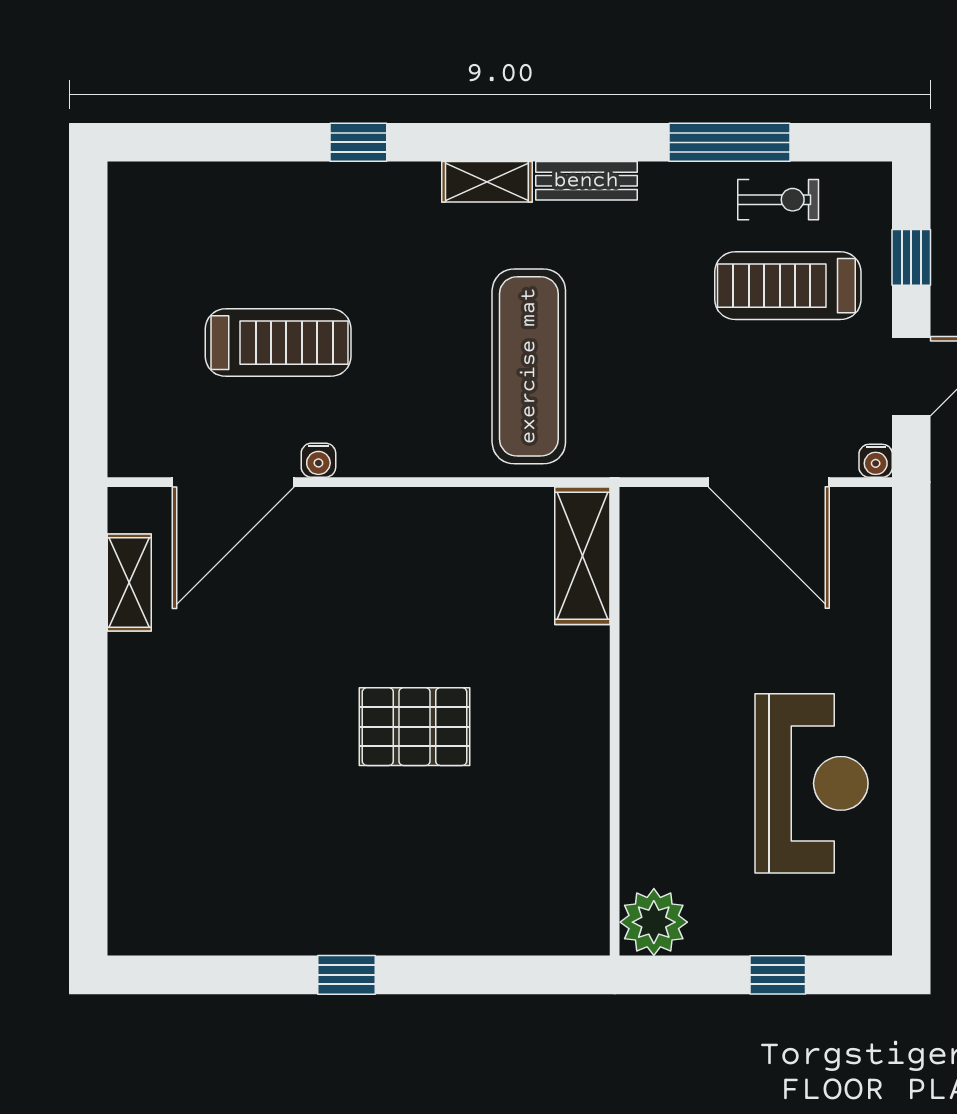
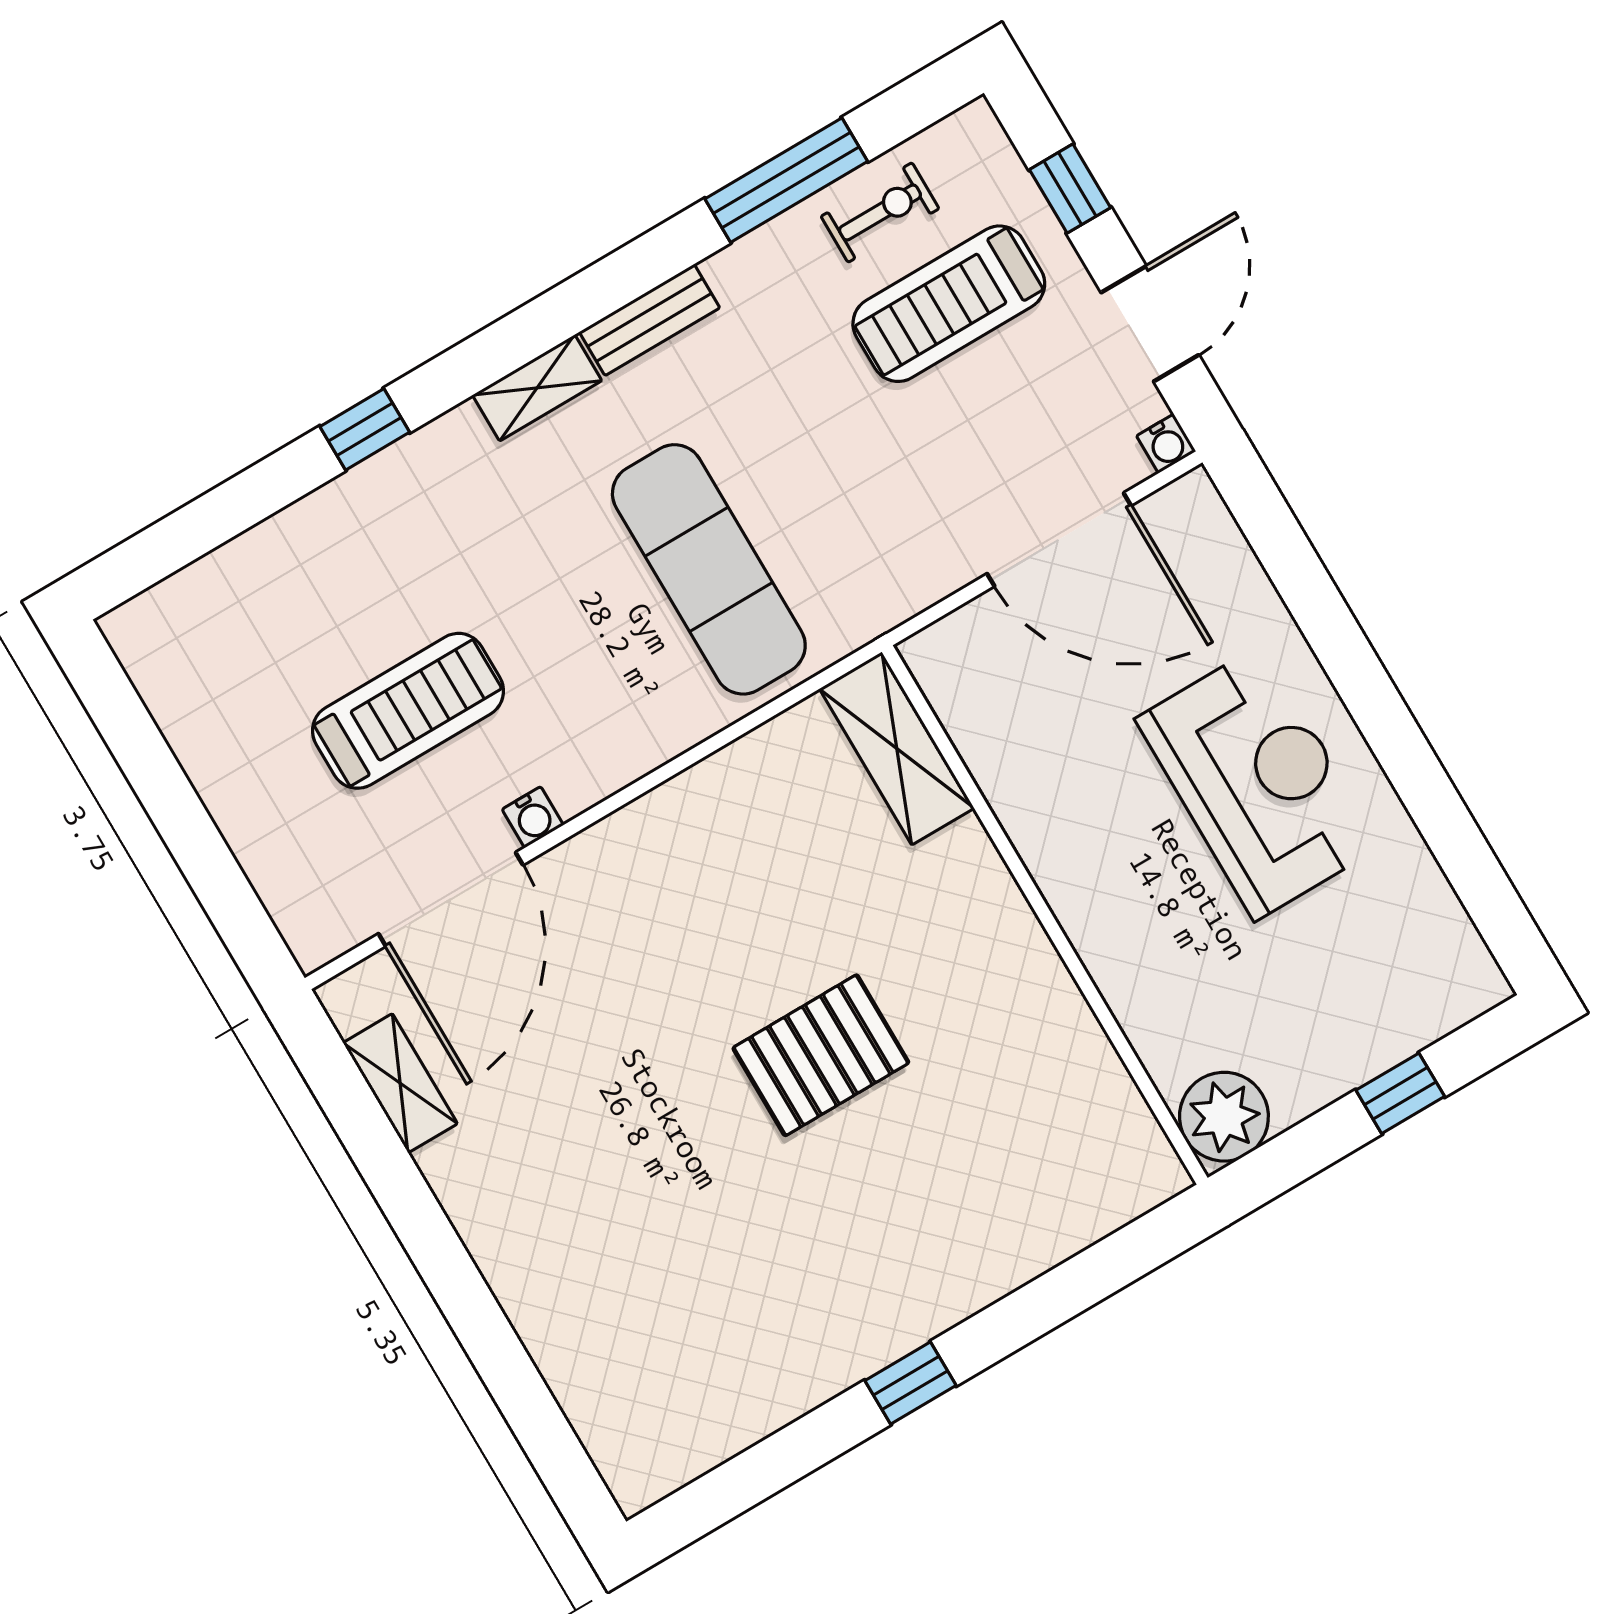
reception desk: (811, 783) -> (1258, 783), moved

